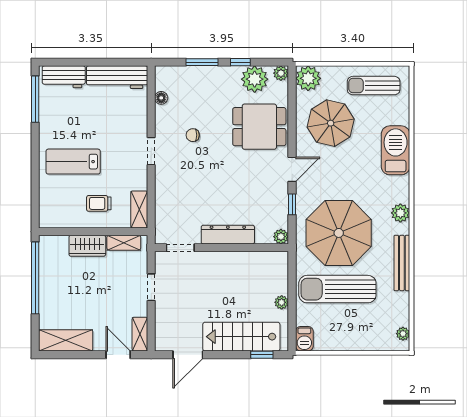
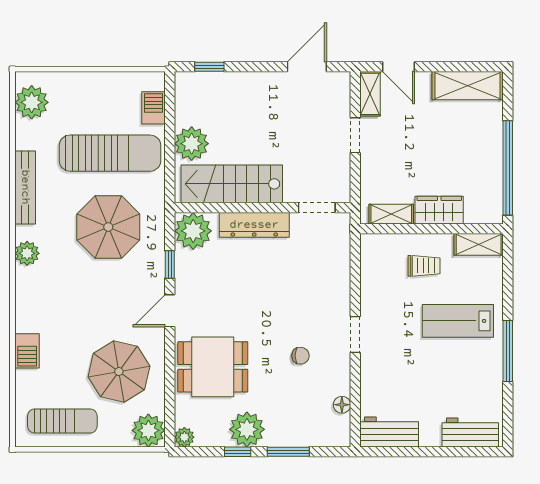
workbench: (117, 77) -> (389, 432), width x0.73
plant: (255, 79) -> (247, 429), moved
window: (35, 99) -> (508, 351), moved
barbecue: (396, 150) -> (27, 351), width x0.53, depth x0.65
lab bench: (73, 162) -> (458, 321), turned 180
shelving: (139, 209) -> (479, 244), moved, turned 90
parasol: (339, 233) -> (108, 227), width x0.73, depth x0.73
plant: (281, 237) -> (193, 231), width x1.88, depth x1.88
doorway: (151, 287) -> (355, 135), moved
plant: (282, 302) -> (192, 144), width x1.87, depth x1.87
plant: (403, 334) -> (32, 102), width x1.88, depth x1.88
stairs: (241, 337) -> (232, 184), moved, turned 180
barbecue: (304, 339) -> (153, 108), moved

